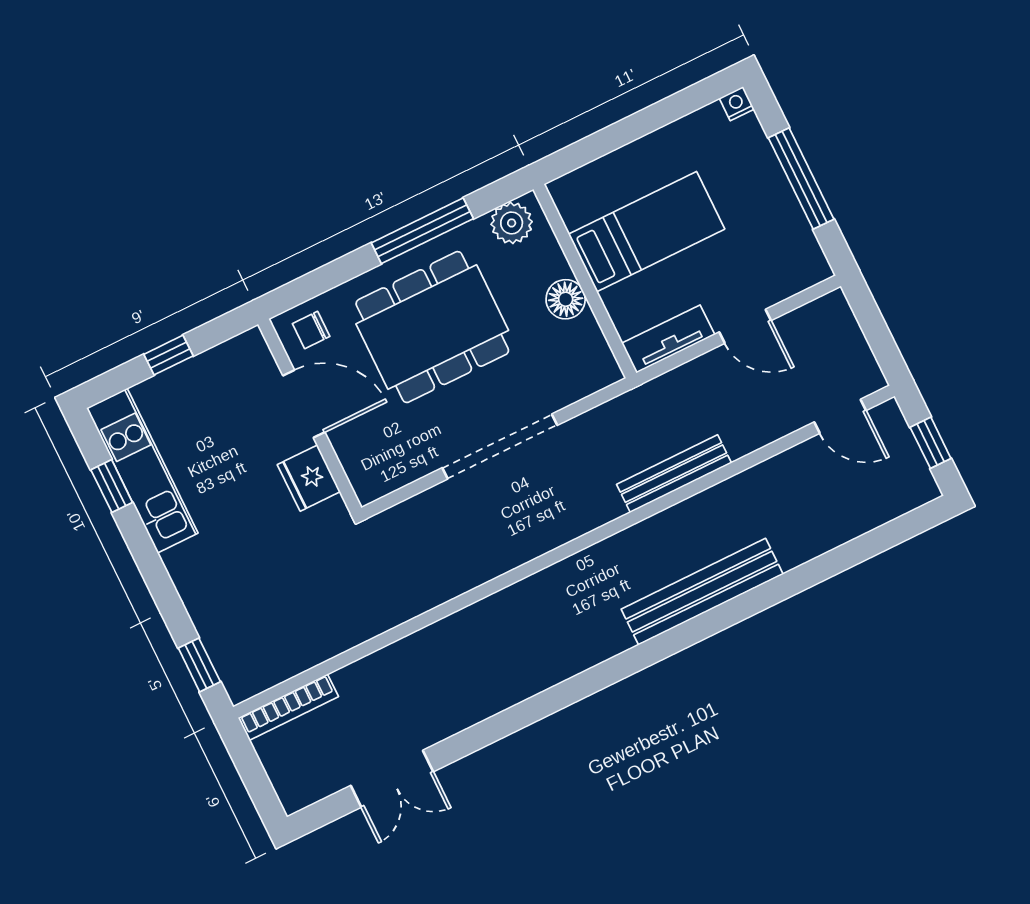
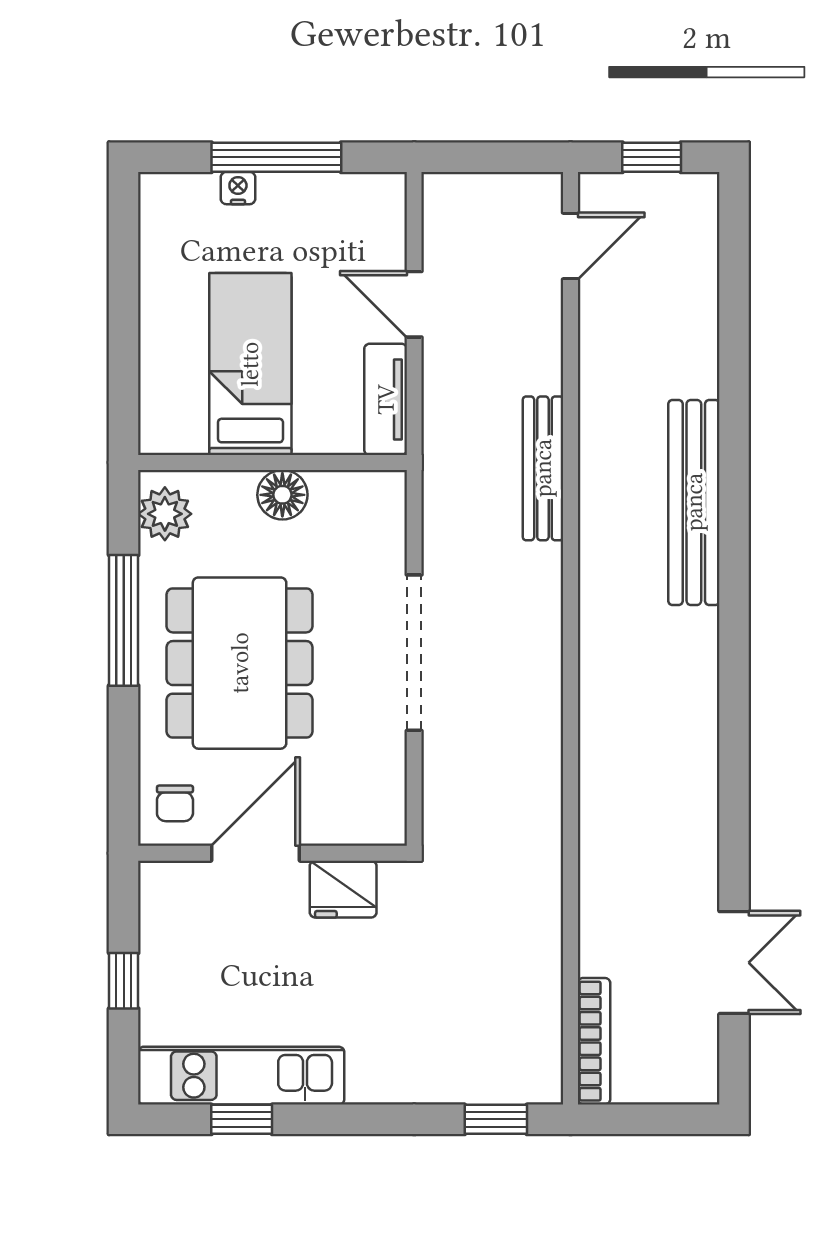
nightstand: (737, 104) -> (238, 188), moved, turned 90
door: (745, 326) -> (414, 304), swing flipped

